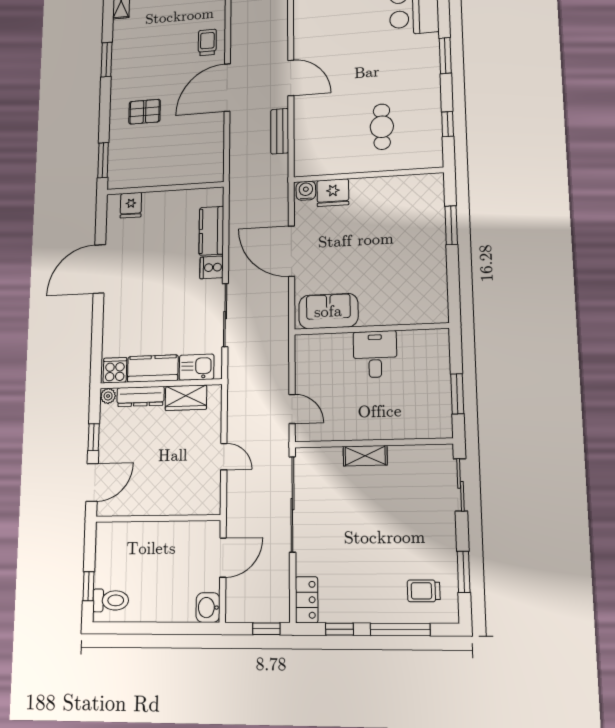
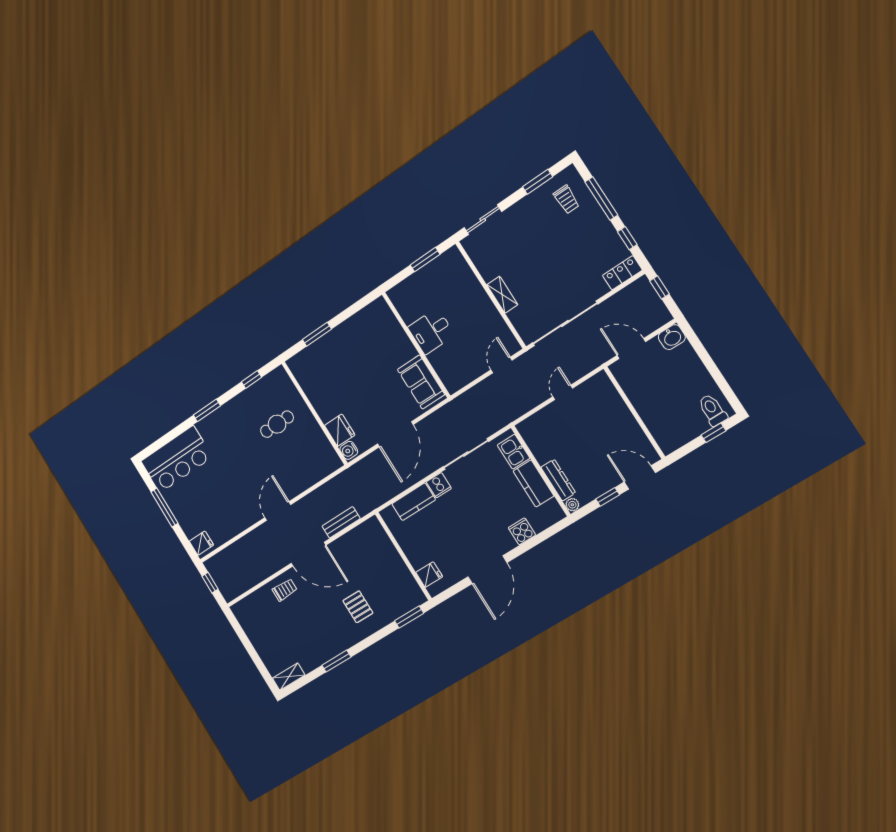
trolley: (207, 42) -> (285, 590), turned 180
bench: (280, 131) -> (341, 522), moved
door: (99, 269) -> (487, 570), hinge flipped
cooker: (115, 370) -> (522, 531), moved, turned 90
wardrobe: (186, 398) -> (539, 446), removed

